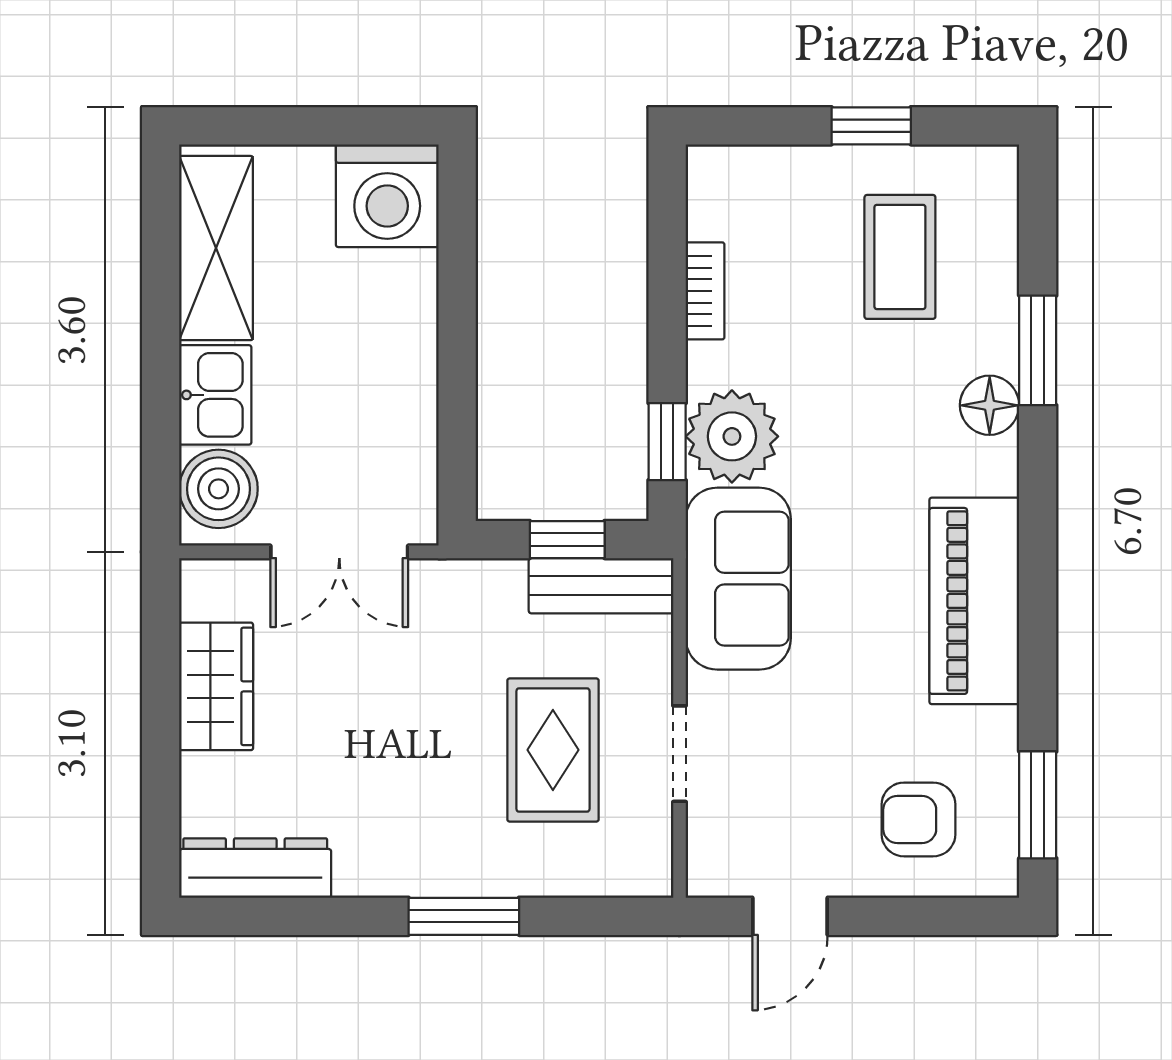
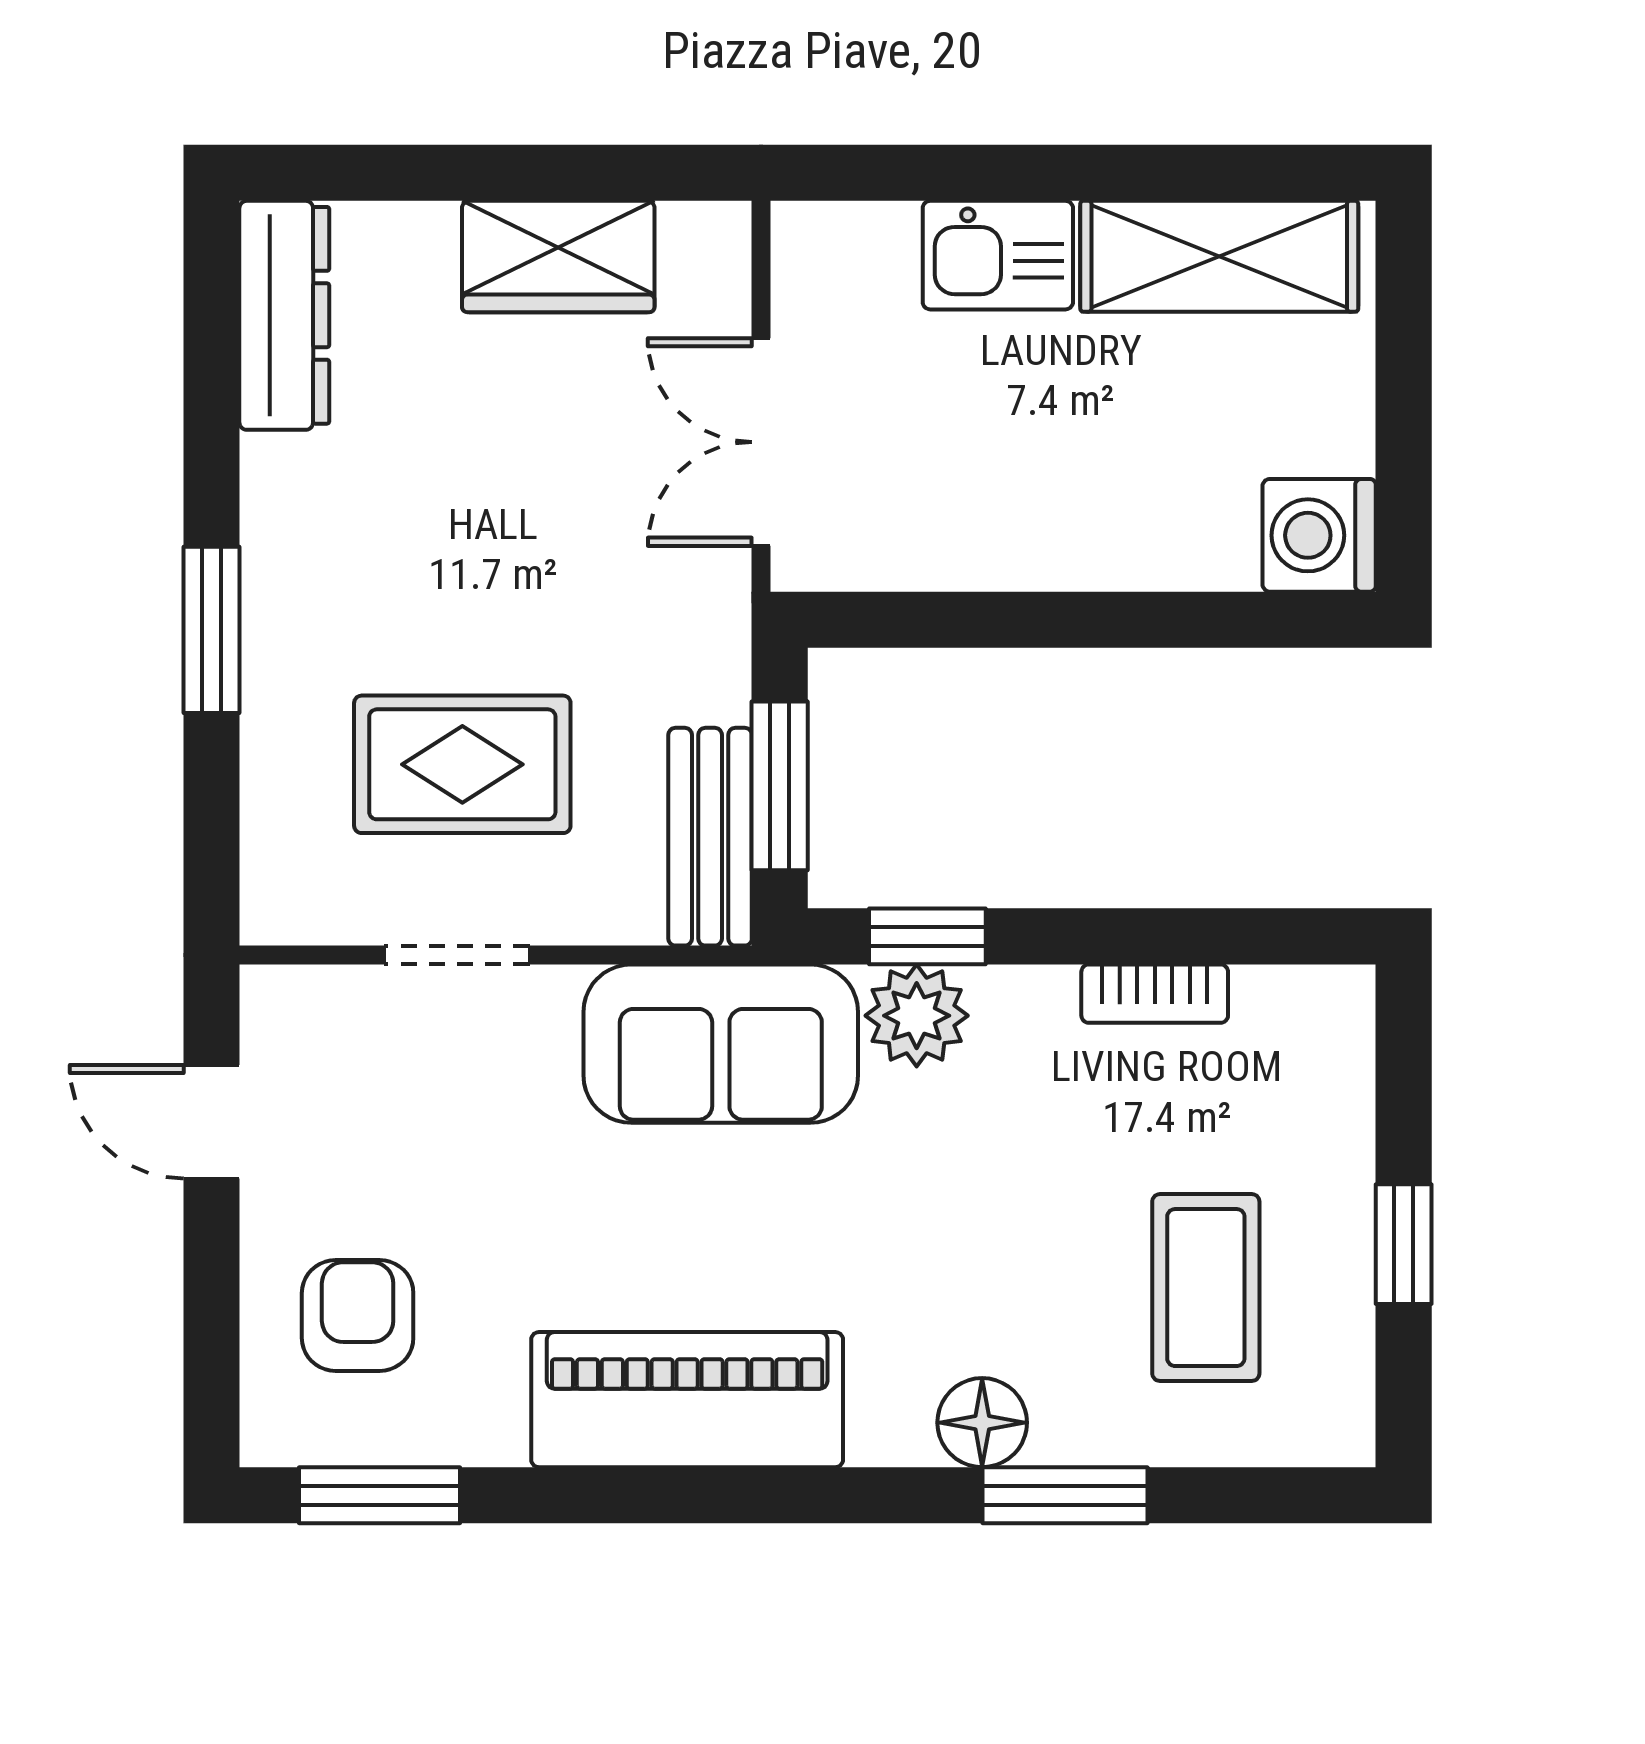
washing machine: (387, 196) -> (1319, 535), width x0.73, depth x0.73
coffee table: (900, 257) -> (1206, 1288), turned 90
plant: (732, 436) -> (917, 1016), width x0.73, depth x0.73
boiler: (218, 489) -> (856, 260), removed
window: (567, 540) -> (780, 786), width x1.50

